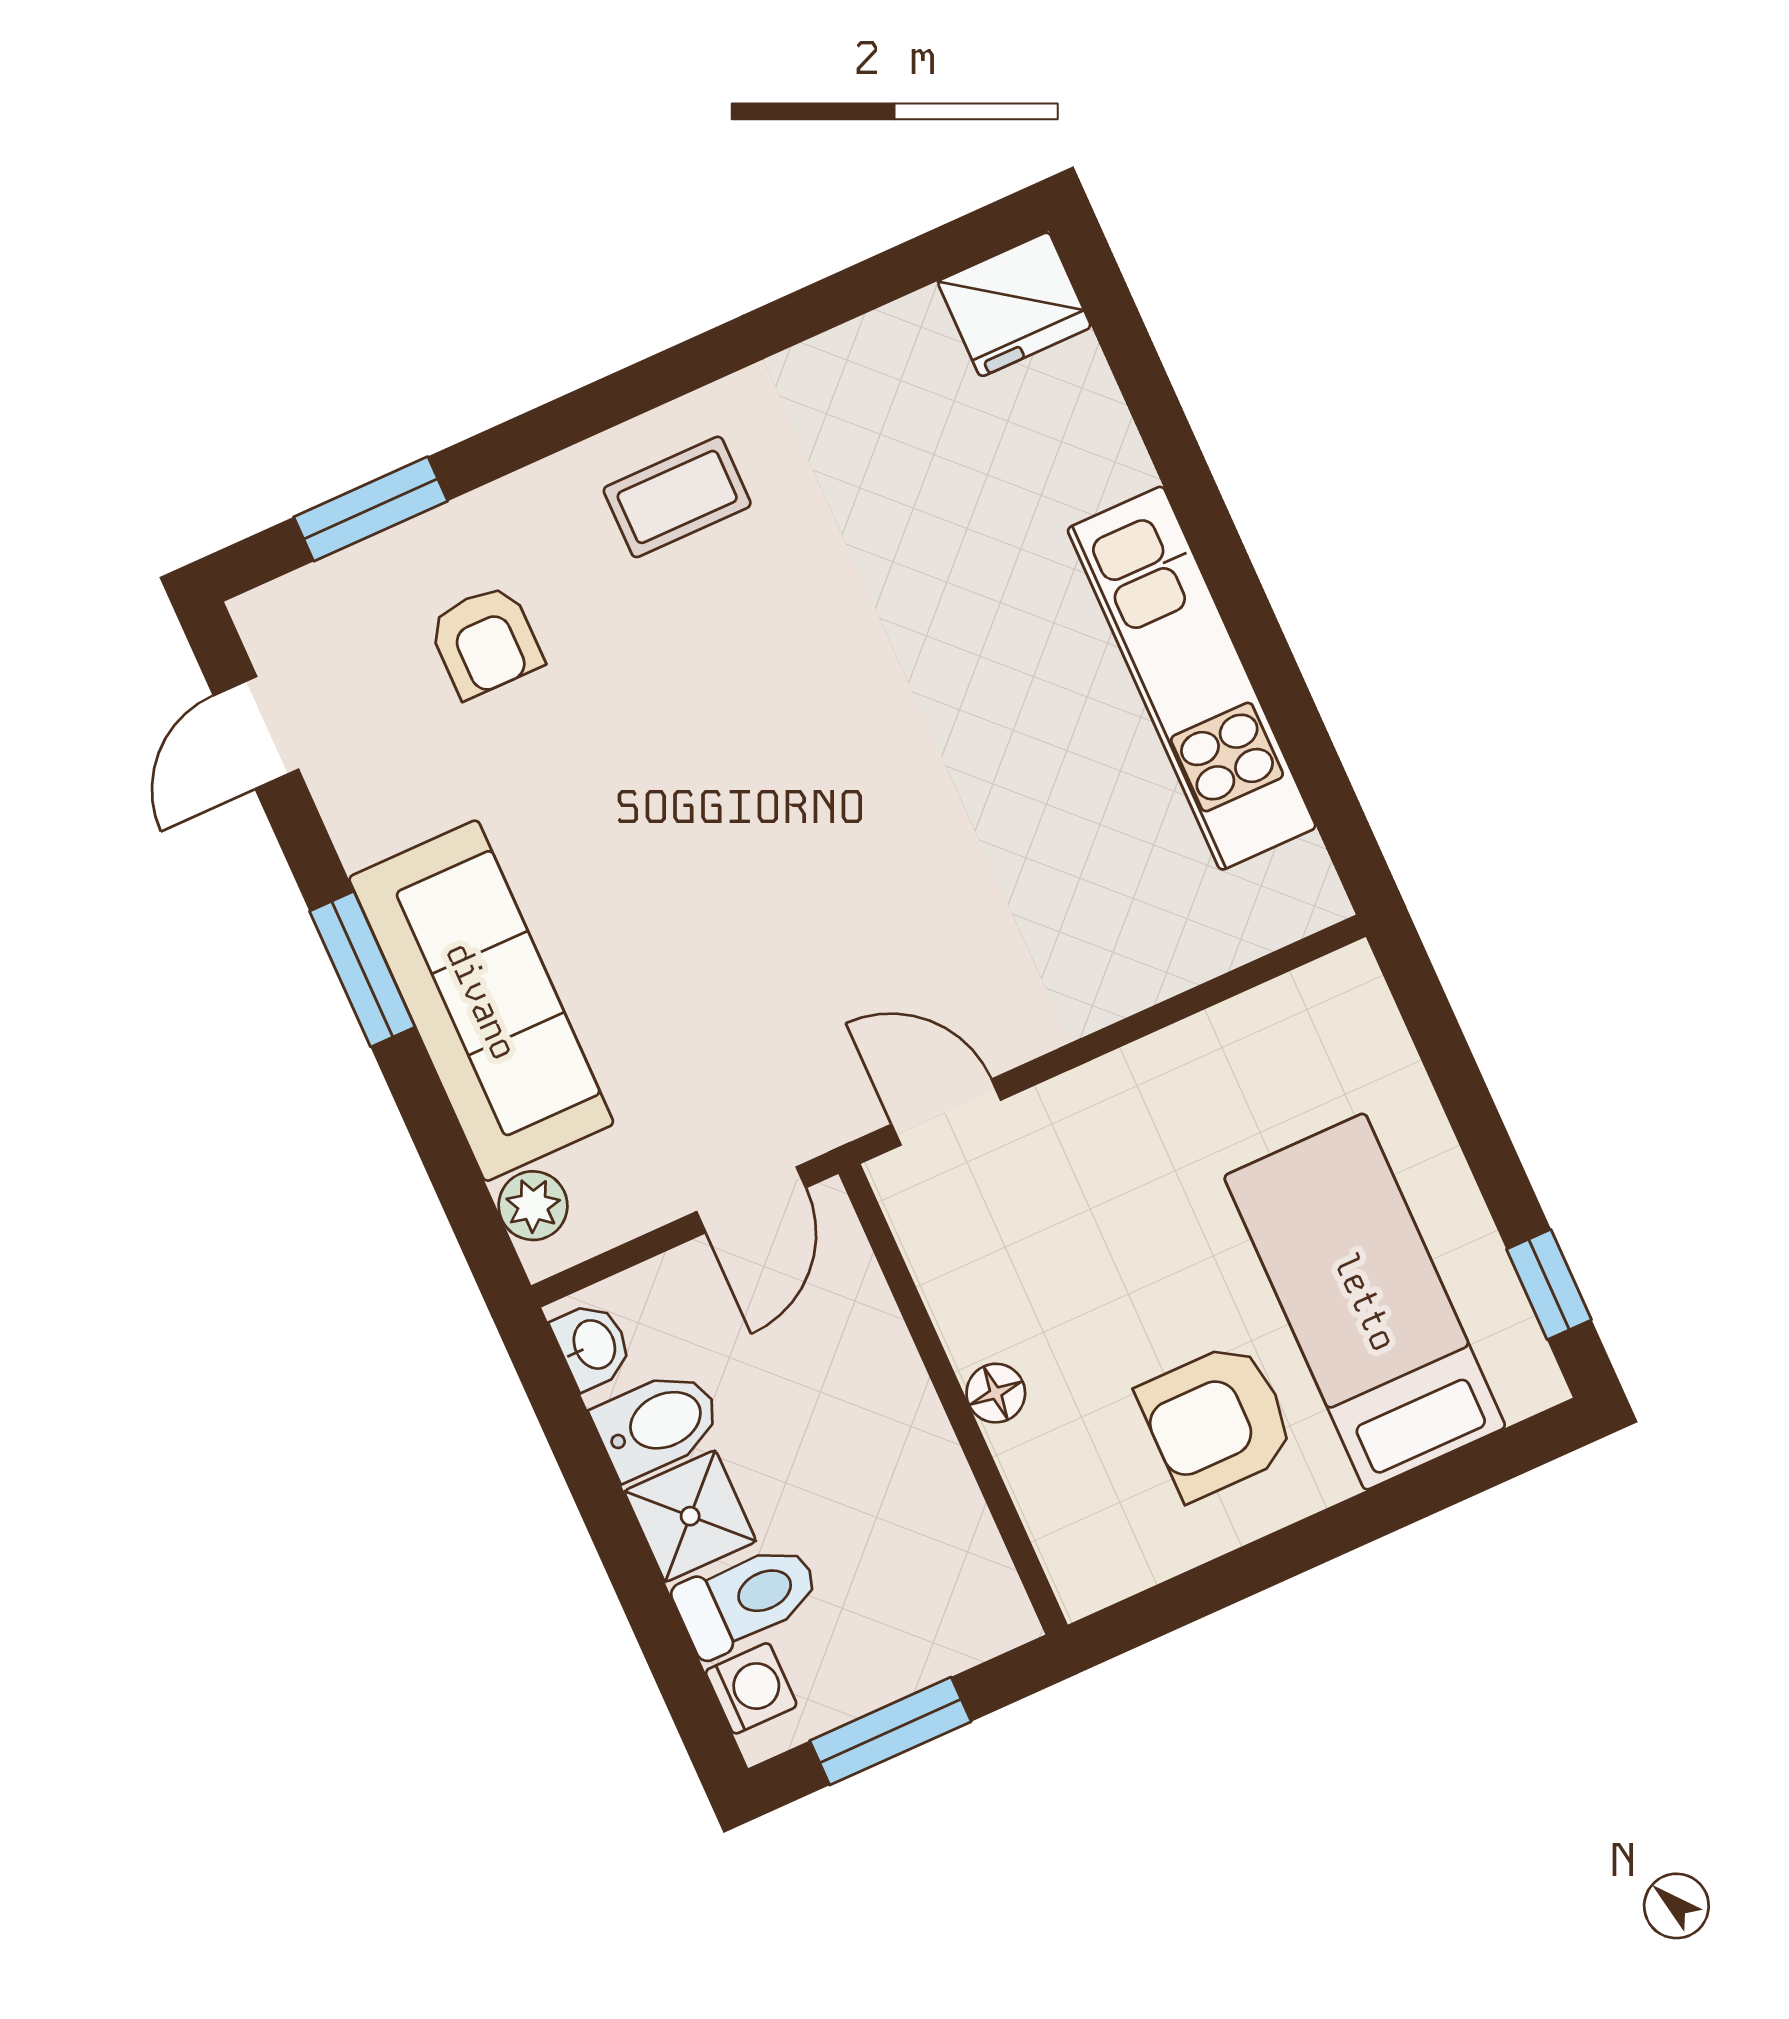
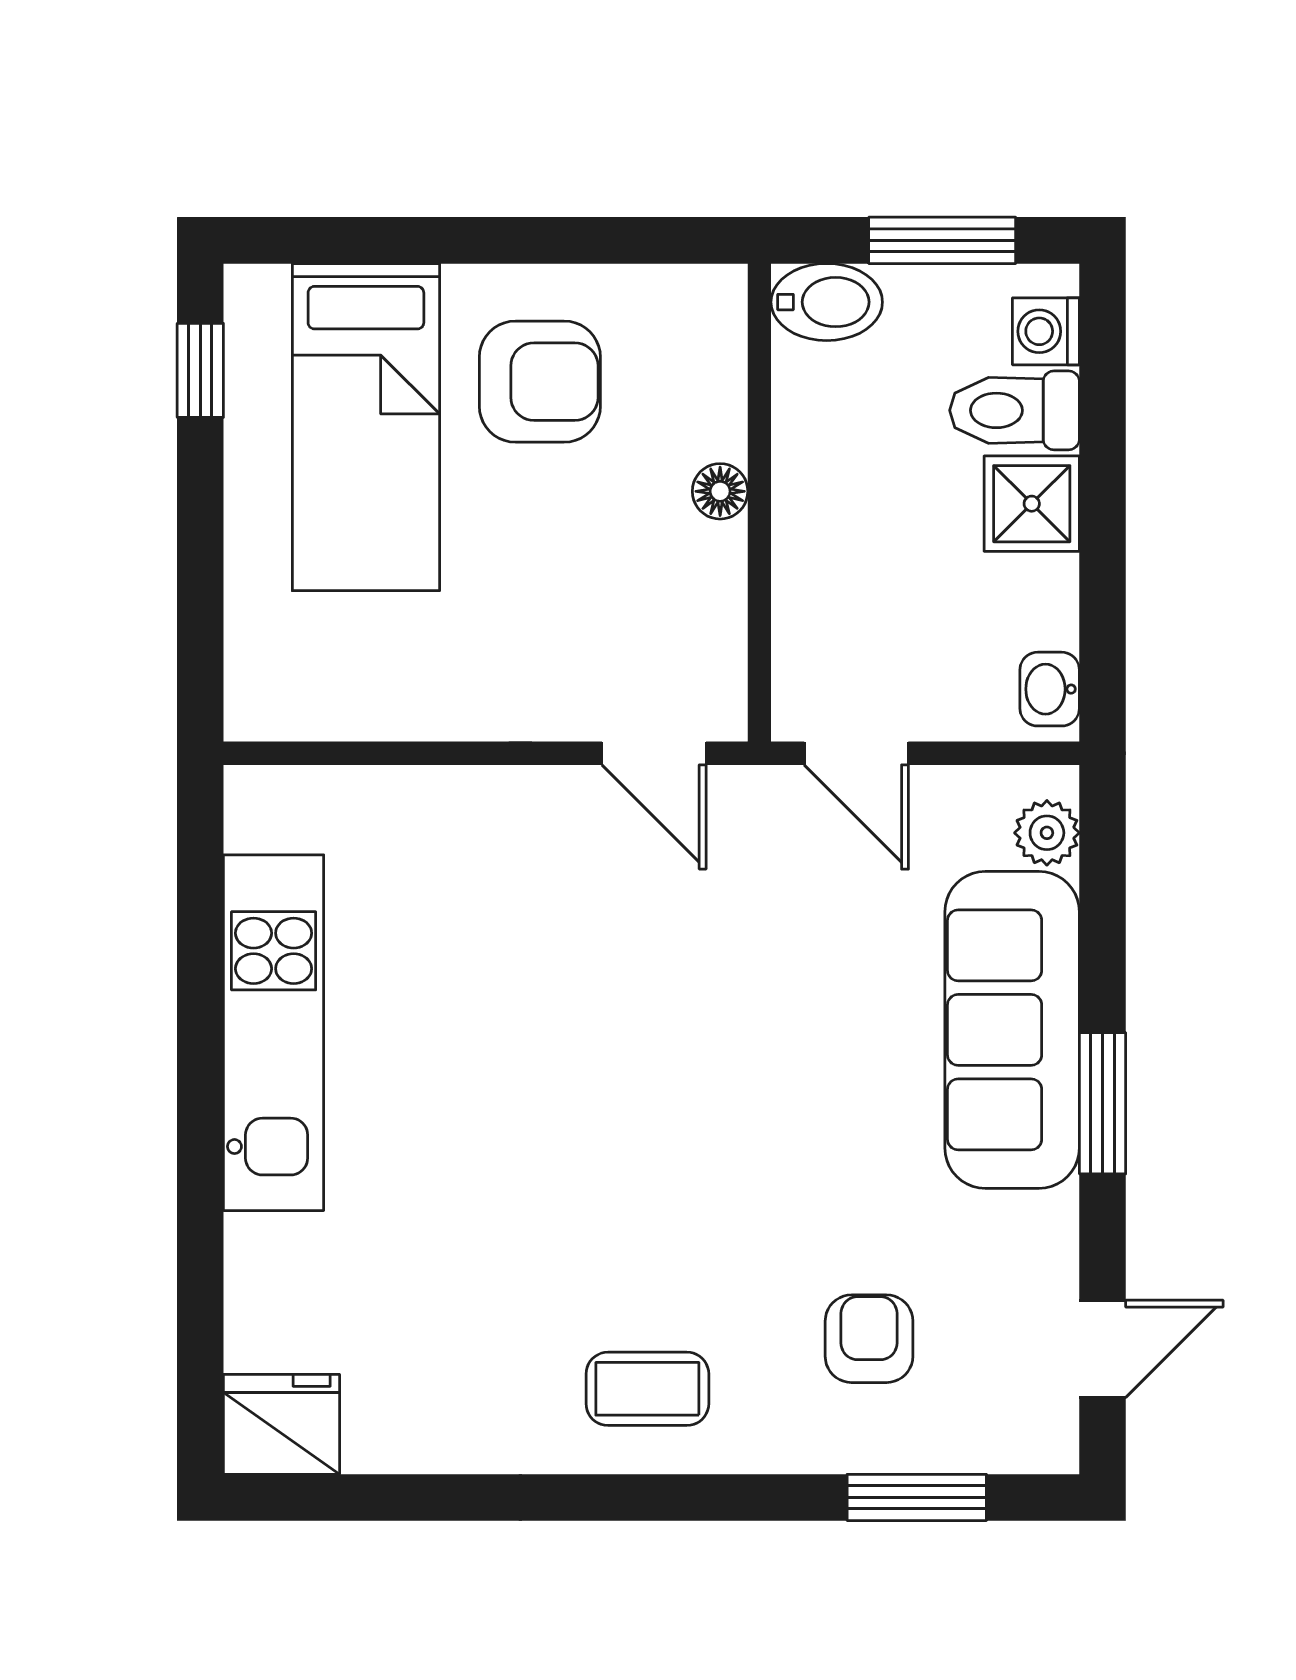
door: (751, 1200) -> (856, 753), swing flipped
bidet: (658, 1424) -> (827, 302), moved, turned 180

